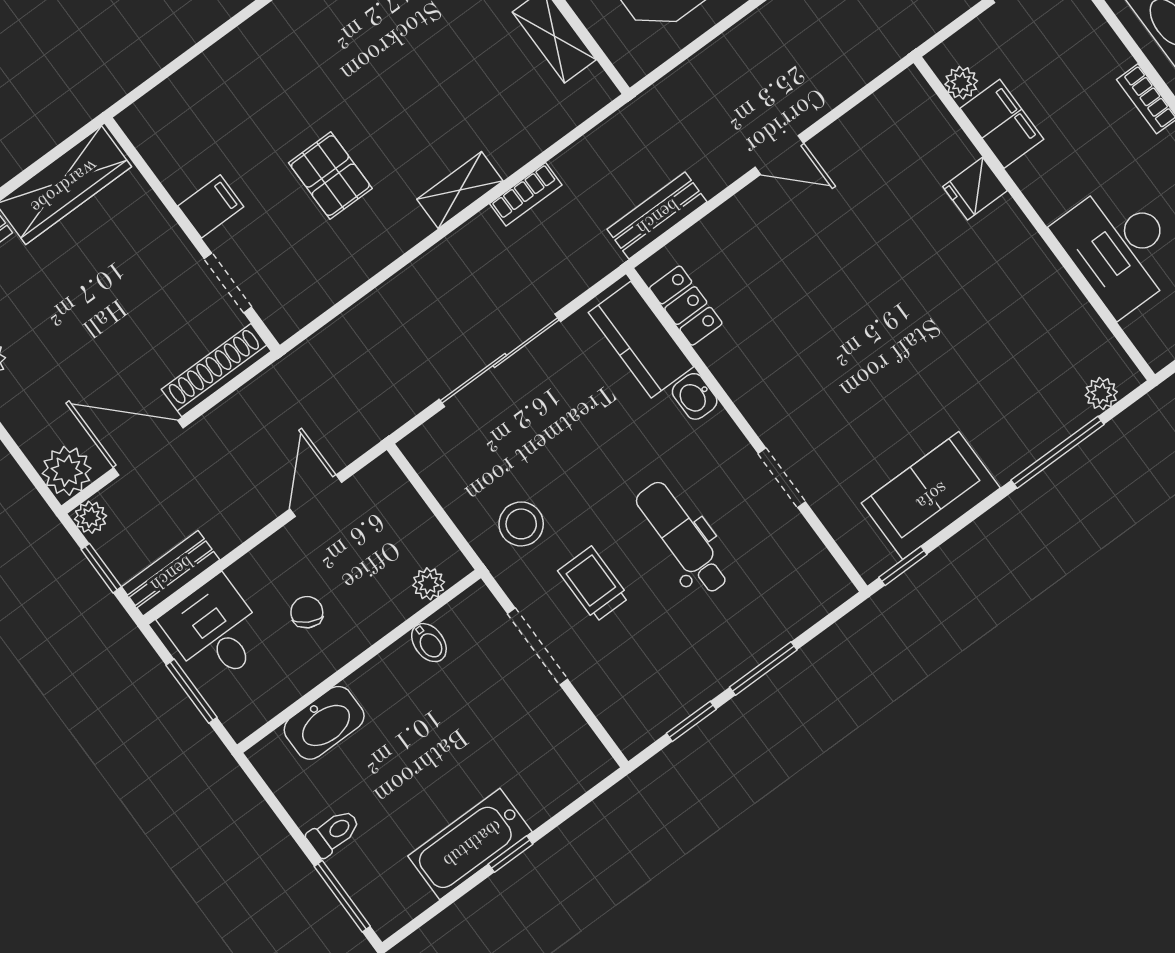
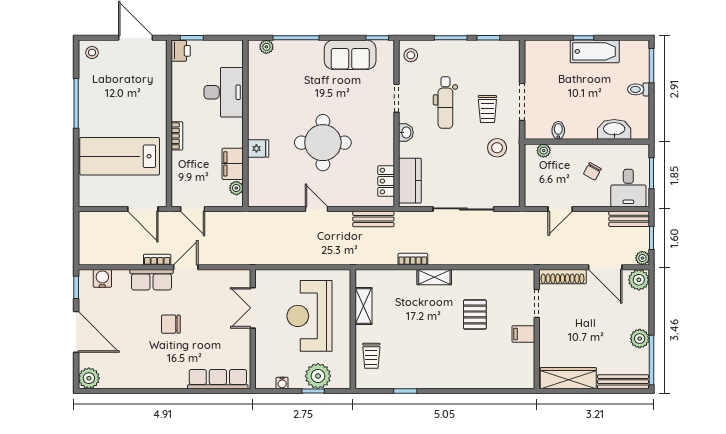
round table: (860, 290) -> (323, 143), added
washbasin: (695, 396) -> (406, 133), moved
stool: (815, 579) -> (411, 55), added

